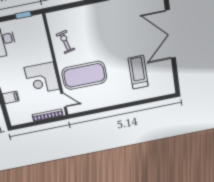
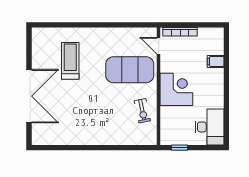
treadmill: (138, 72) -> (70, 61), turned 180
corner desk: (42, 78) -> (176, 89), moved

